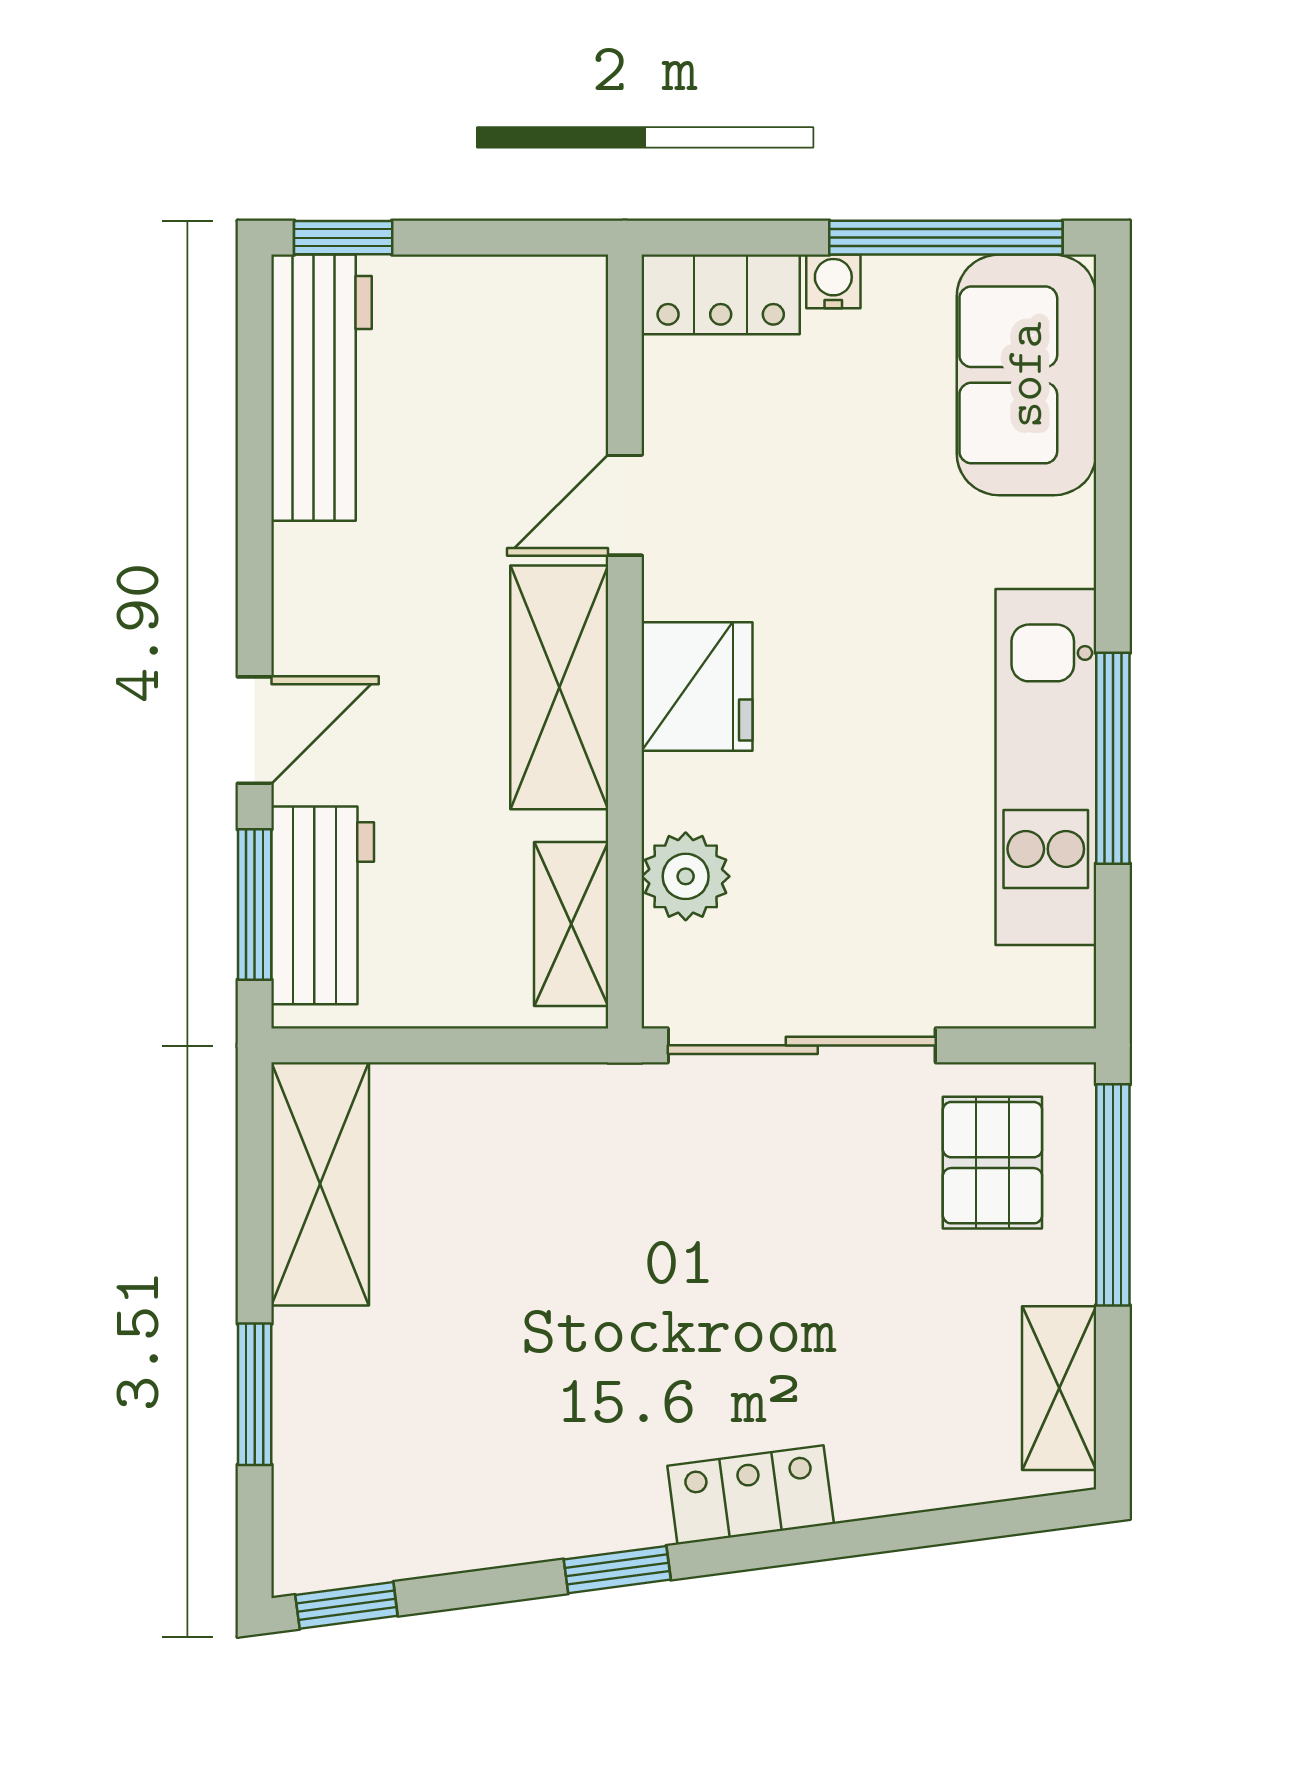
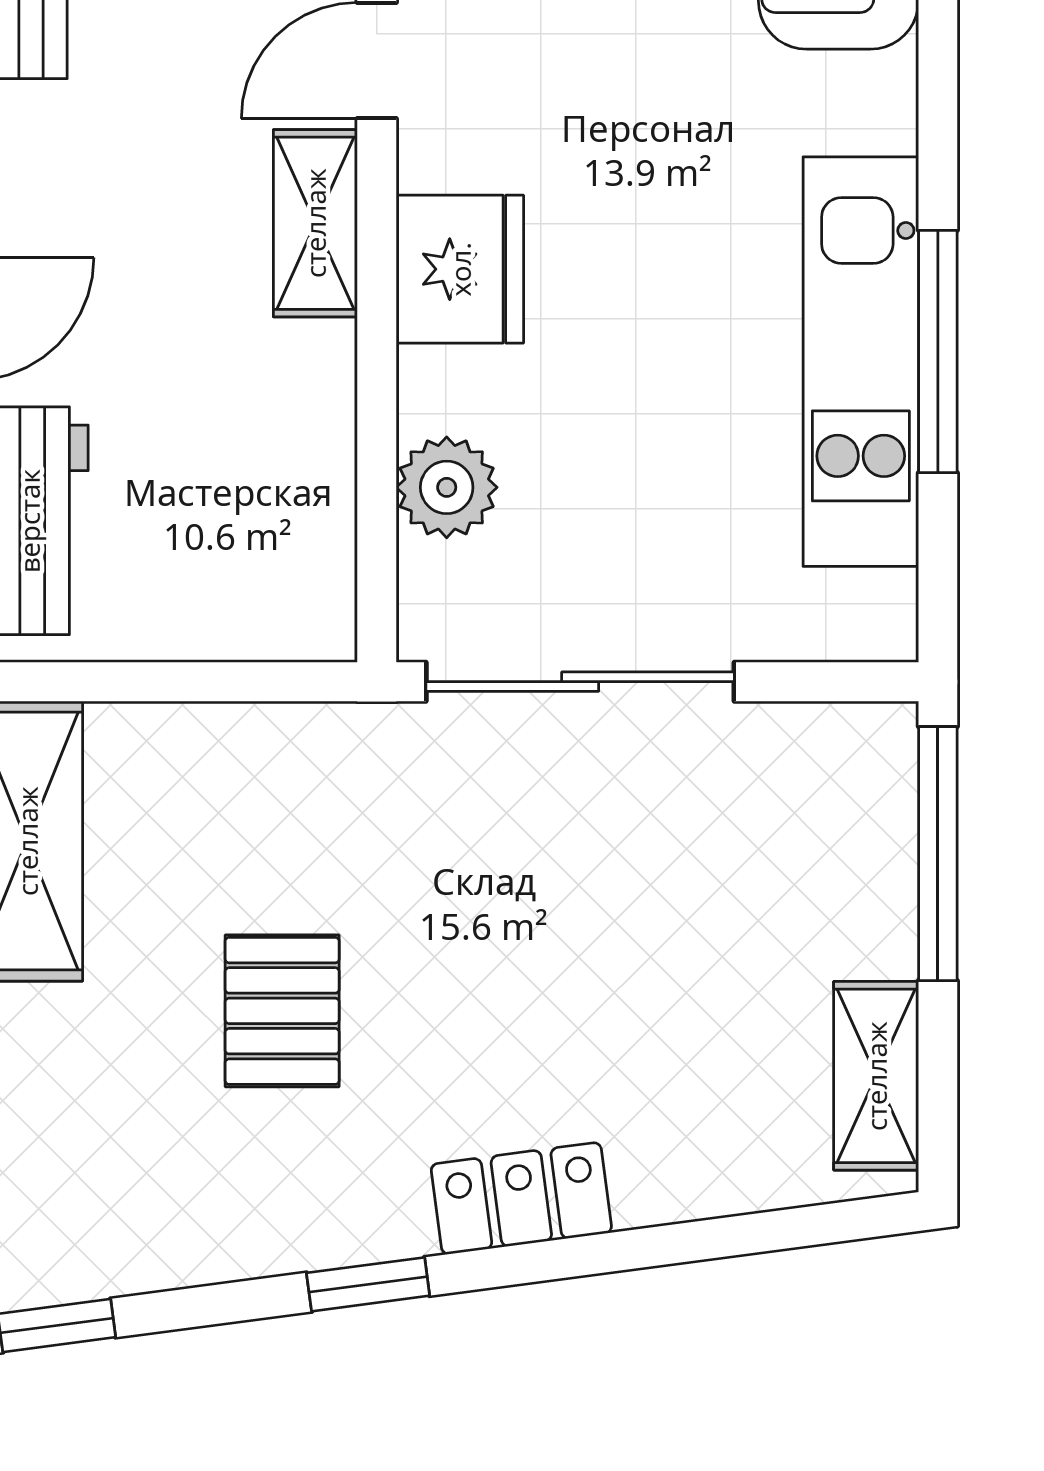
shelving: (559, 687) -> (315, 223), width x0.67, depth x0.75
shelving: (571, 924) -> (315, 542), removed
pallet: (992, 1163) -> (282, 1011), moved

